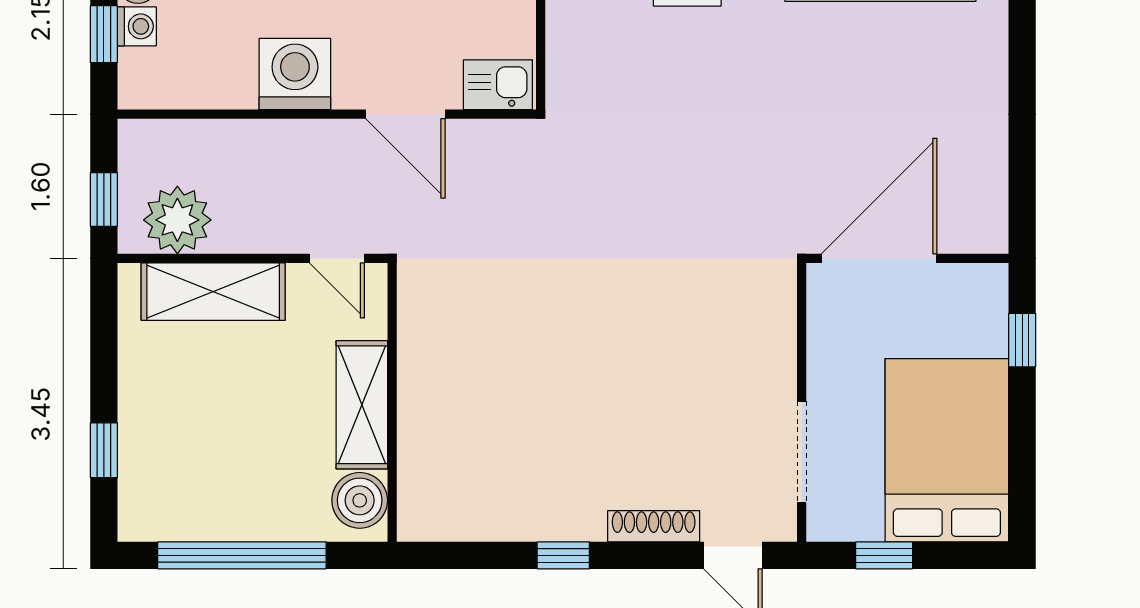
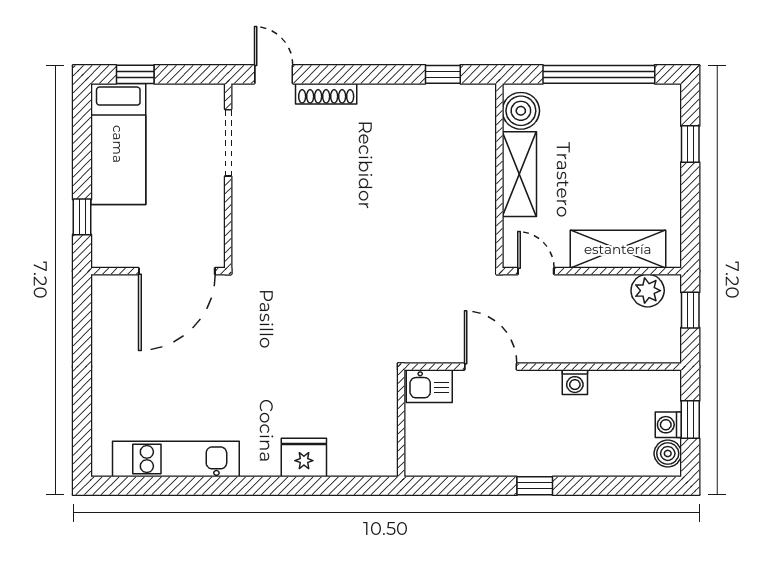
washing machine: (295, 74) -> (575, 382), width x0.53, depth x0.53
plant: (177, 220) -> (648, 291), width x0.73, depth x0.73
bed: (947, 450) -> (118, 144), width x0.67
window: (563, 555) -> (443, 74), moved
window: (884, 555) -> (135, 74), moved

